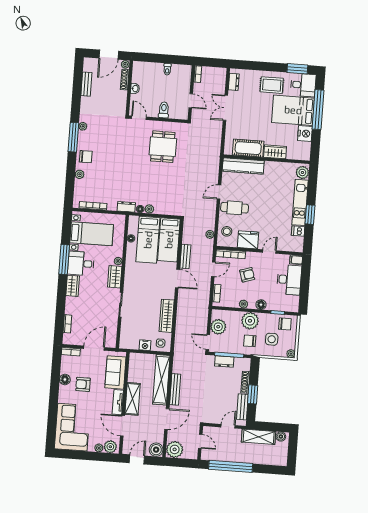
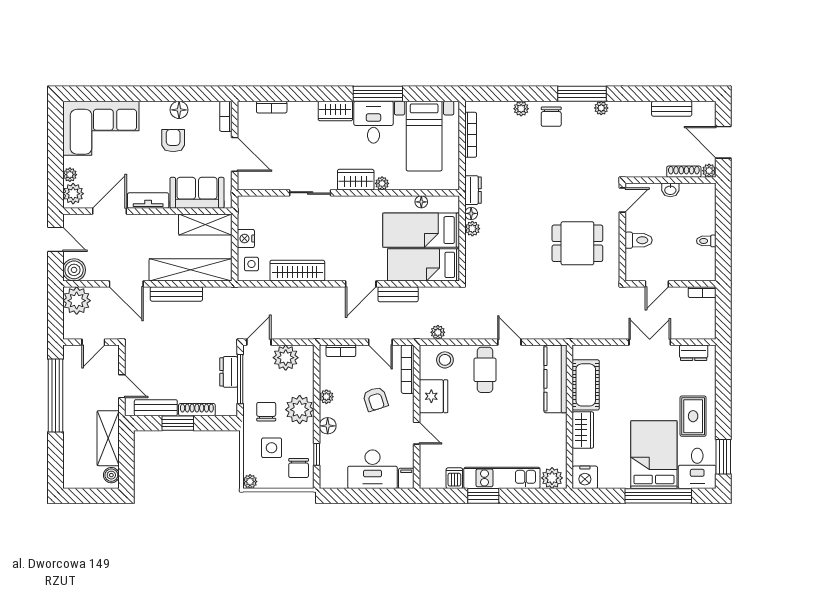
nightstand: (305, 134) -> (585, 477), moved
shelving: (133, 399) -> (205, 225), moved

